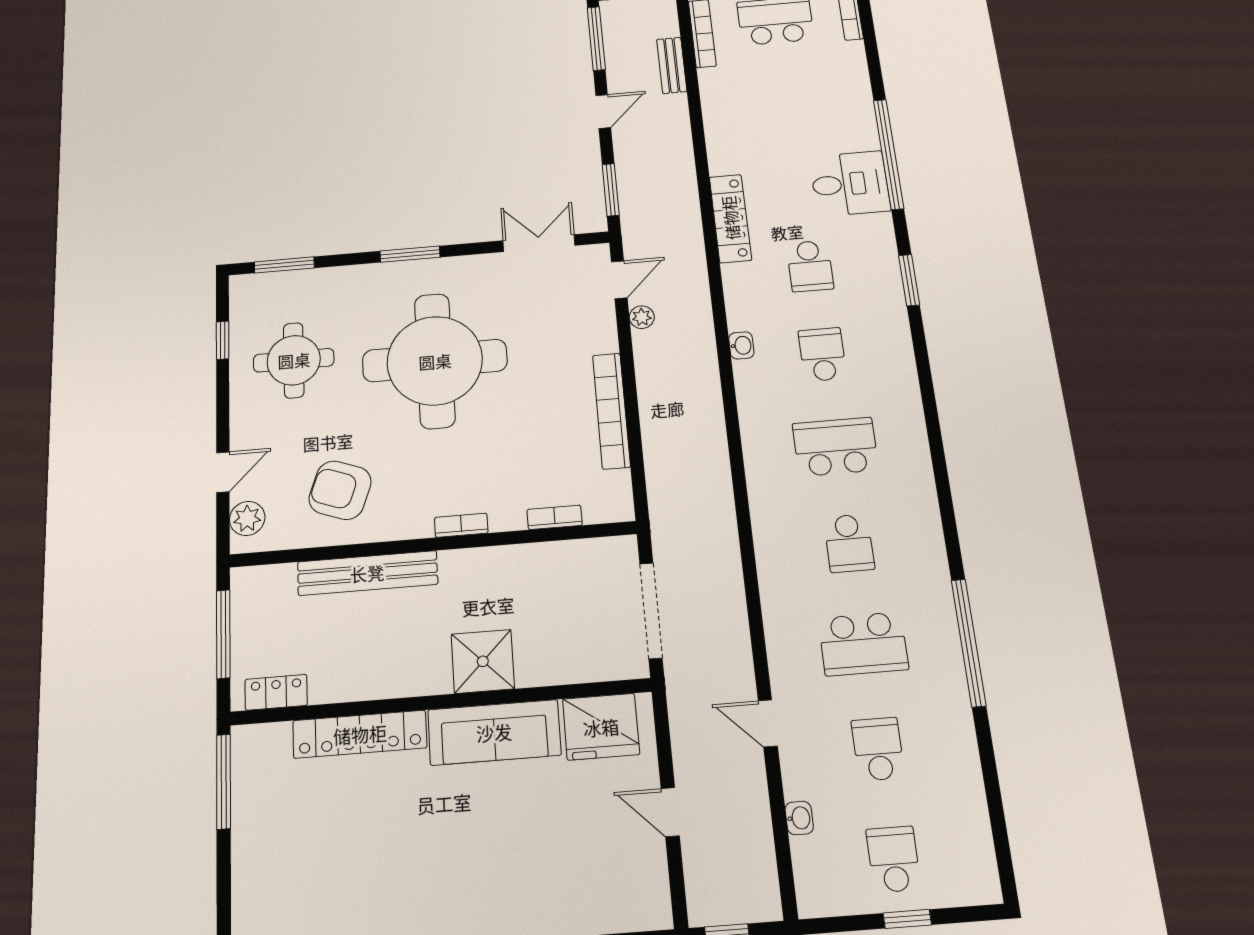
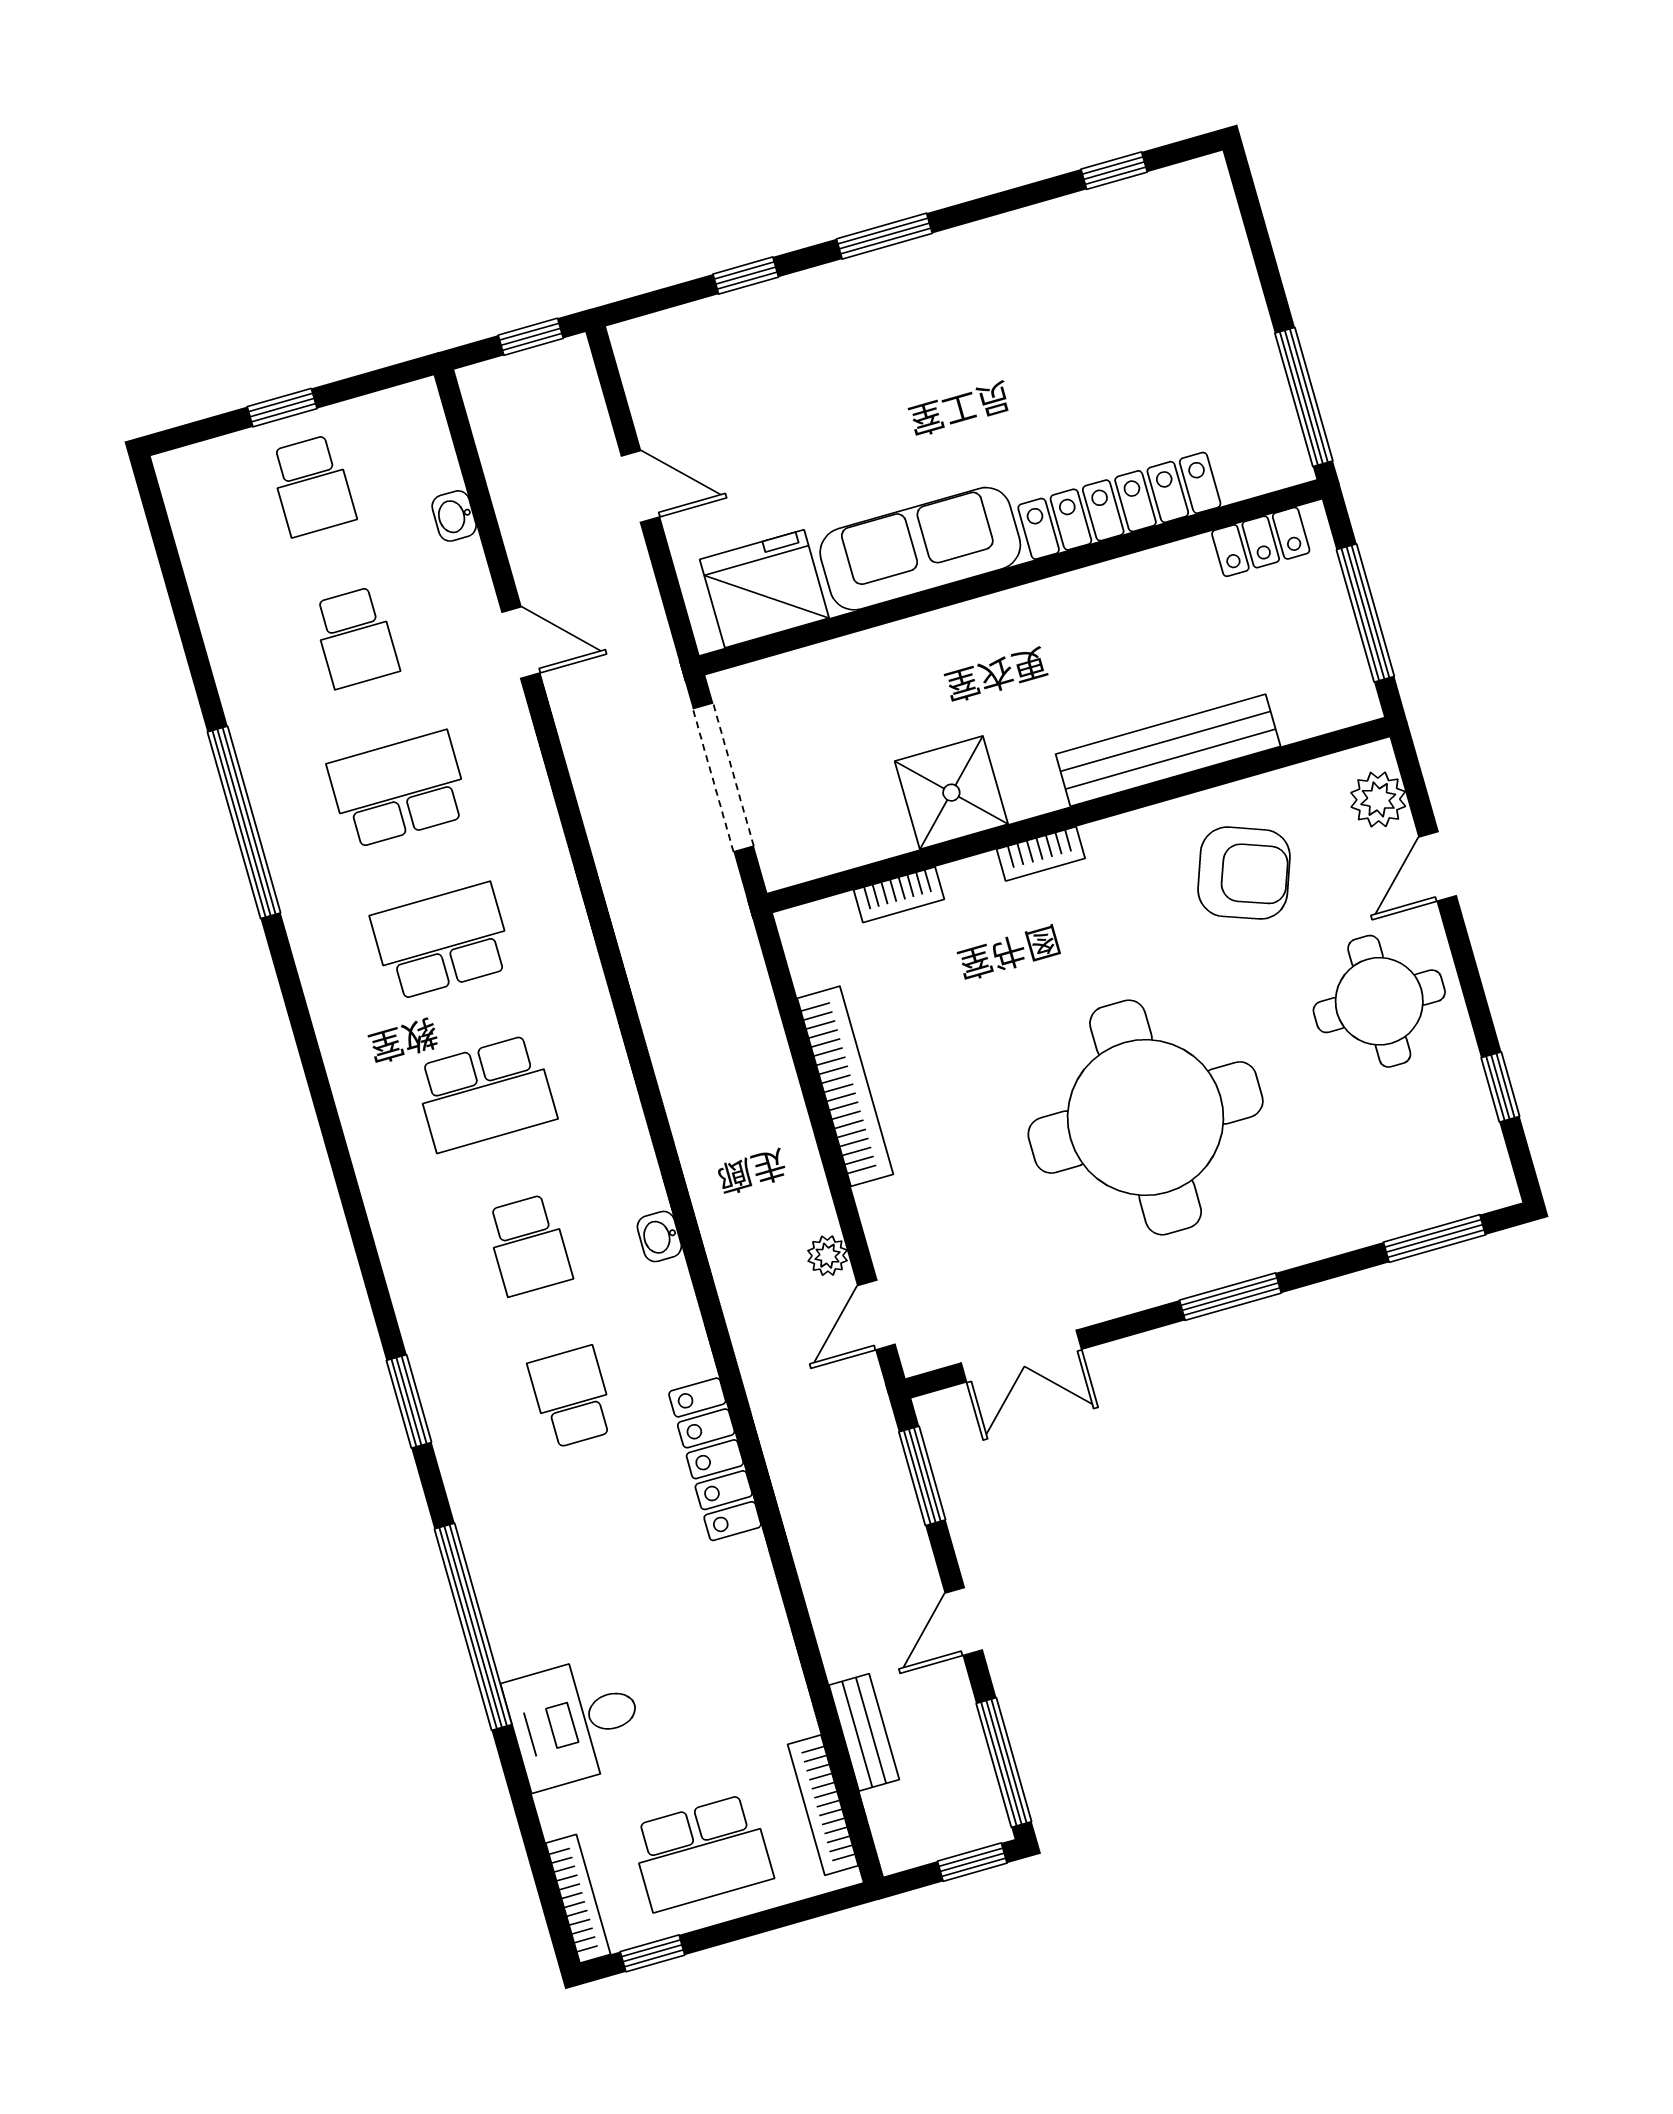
desk: (850, 184) -> (575, 1722), moved
round table: (294, 360) -> (1379, 1001), moved
school desk: (849, 543) -> (442, 941), width x1.85
shower: (483, 661) -> (951, 793), moved

